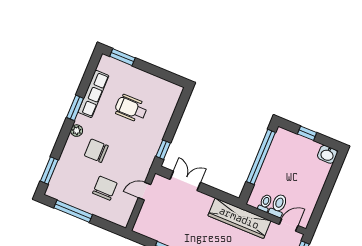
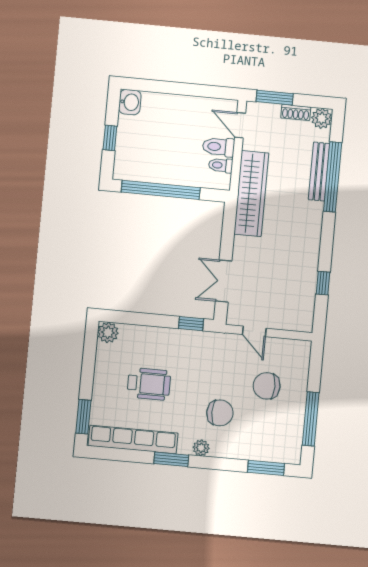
plant: (175, 91) -> (108, 332), added
row of seats: (93, 94) -> (133, 439), width x1.36
wheelchair: (131, 108) -> (149, 384), turned -90
chair: (96, 151) -> (220, 413), turned -90

